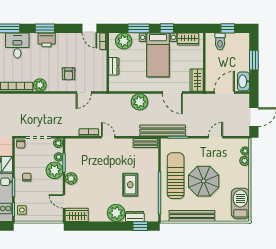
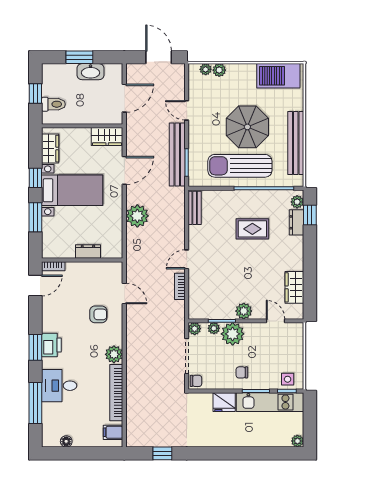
plant: (124, 41) -> (53, 238), removed
washbasin: (243, 81) -> (91, 72), moved
door: (224, 92) -> (124, 98), swing flipped
bench: (163, 131) -> (177, 155), moved
door: (64, 201) -> (275, 321), swing flipped
plant: (116, 213) -> (297, 202), moved, width x0.53, depth x0.53
wardrobe: (77, 215) -> (294, 287), moved

